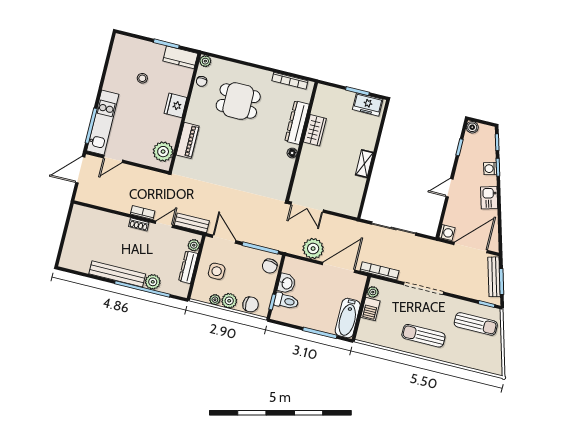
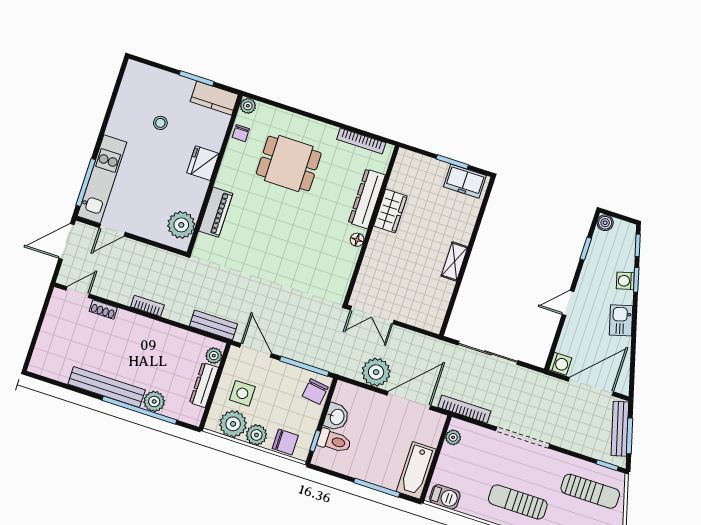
shoe rack: (139, 224) -> (103, 309), moved
door: (164, 224) -> (78, 292), moved
plant: (215, 300) -> (233, 424), width x1.87, depth x1.87
barbecue: (370, 309) -> (445, 497), moved, turned -90

